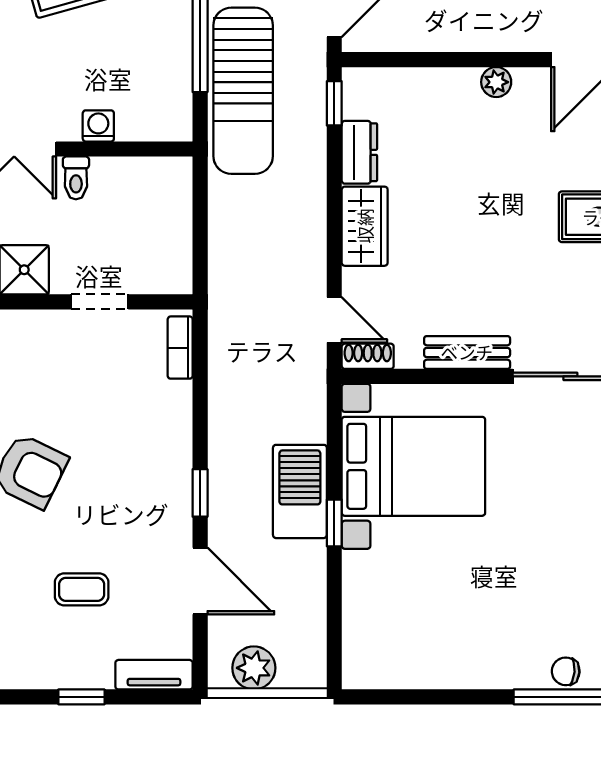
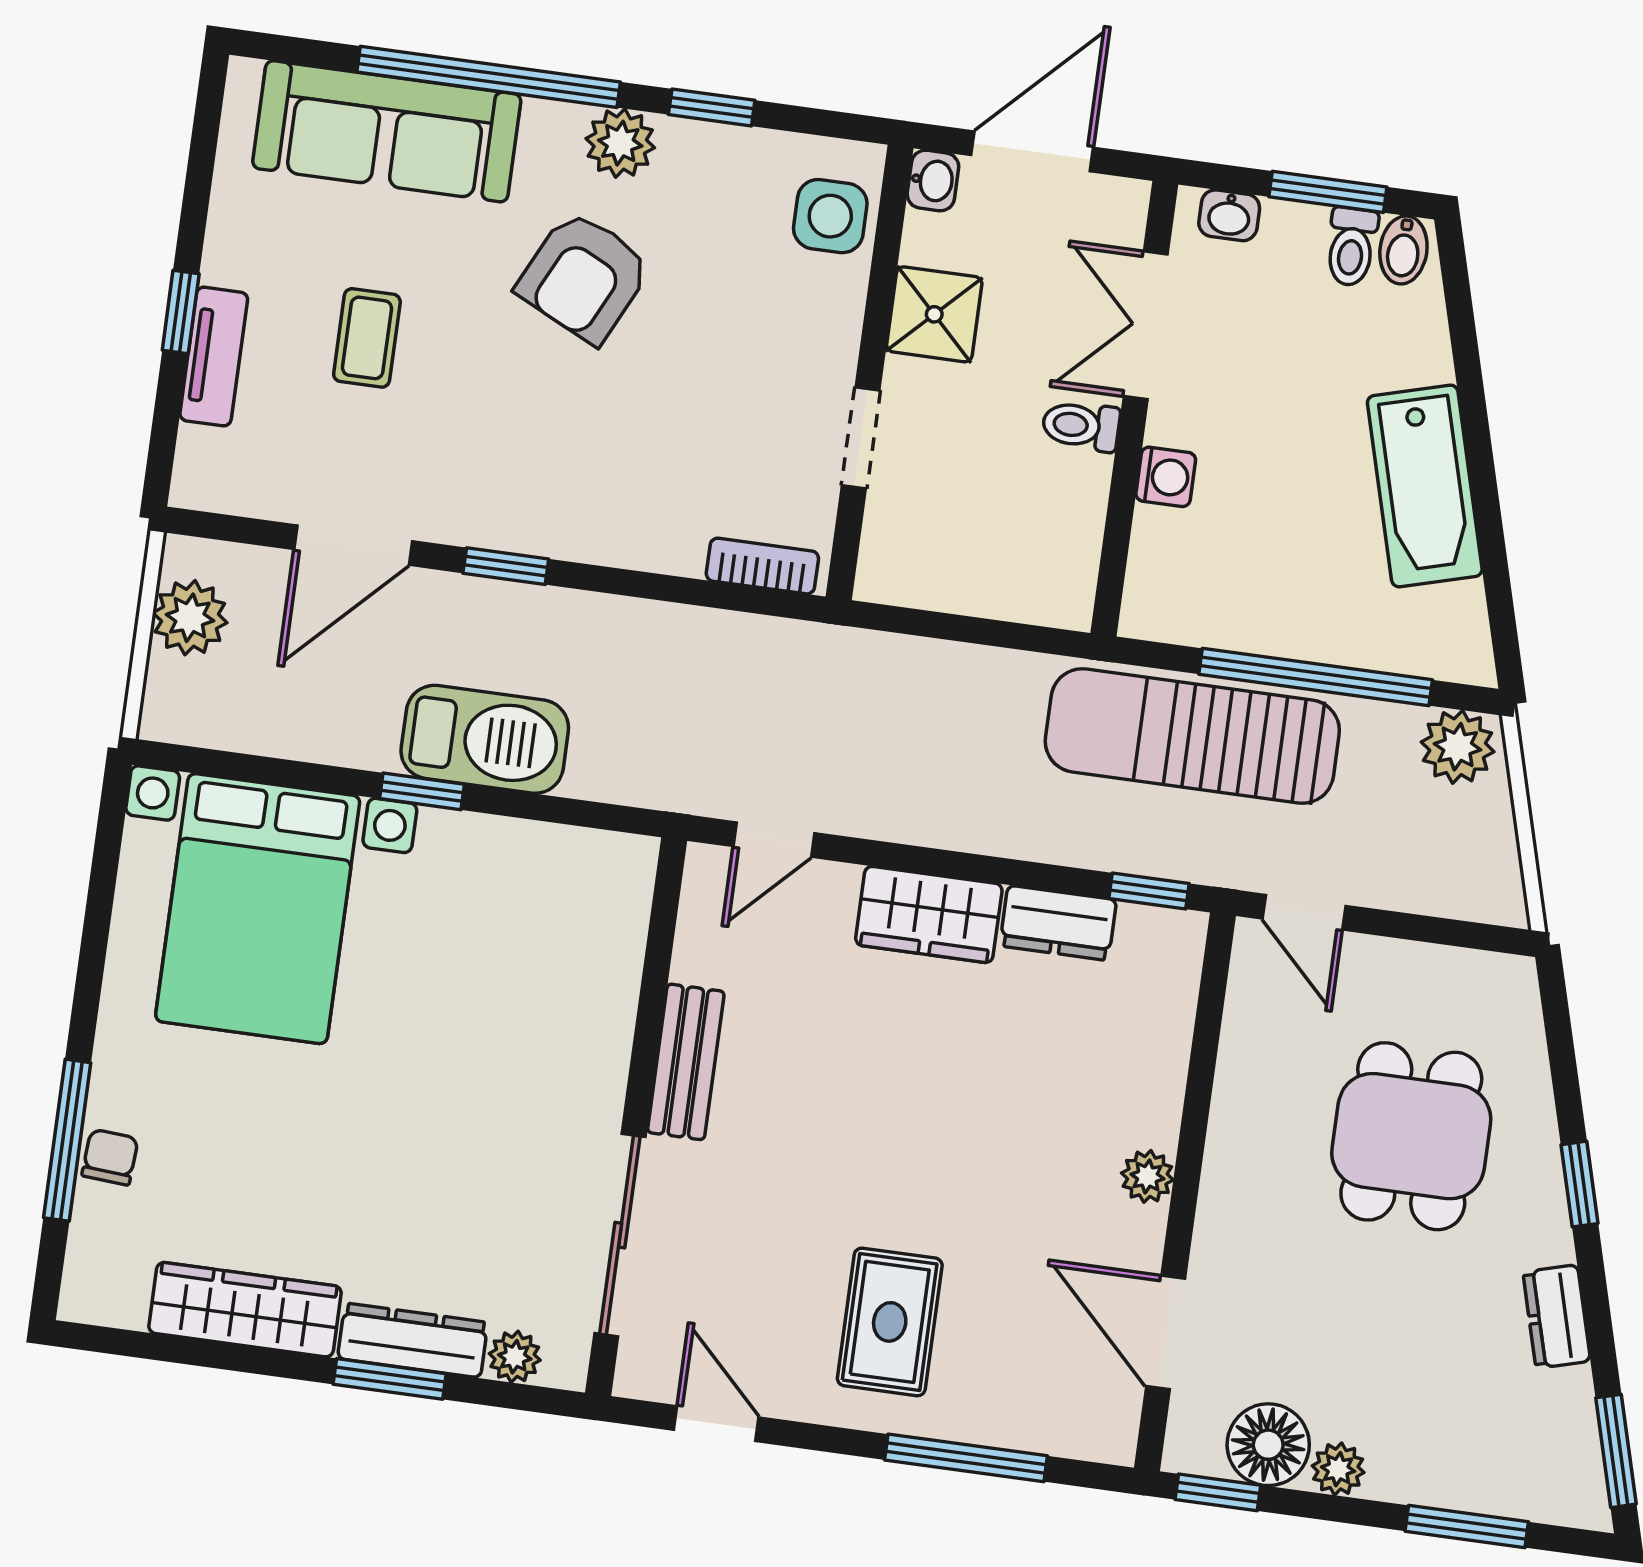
shoe rack: (368, 356) -> (703, 889), removed
bed with nightstands: (413, 466) -> (258, 909), moved
tv unit: (154, 675) -> (214, 357), moved

